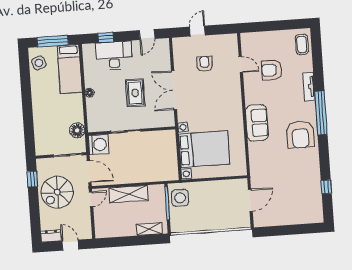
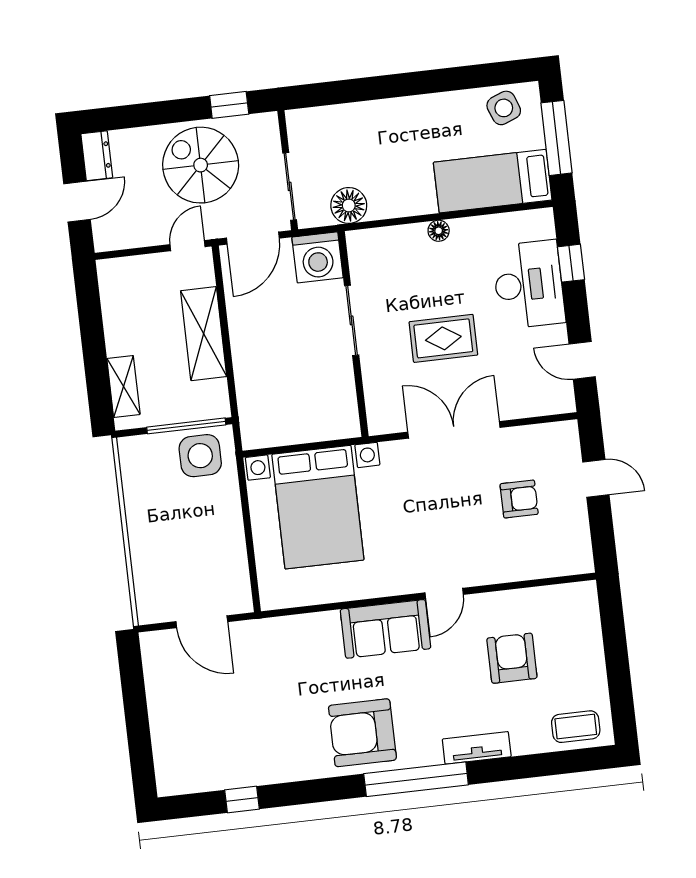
door: (241, 64) -> (444, 594), moved
door: (91, 199) -> (187, 246), swing flipped

